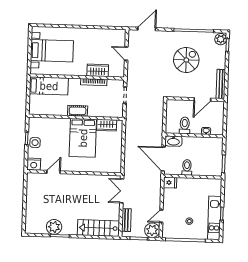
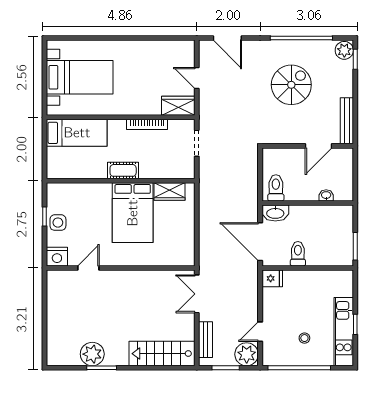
door: (147, 29) -> (227, 38), swing flipped
wardrobe: (98, 70) -> (178, 106), moved
toilet: (185, 125) -> (276, 188), moved

